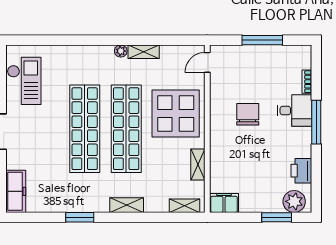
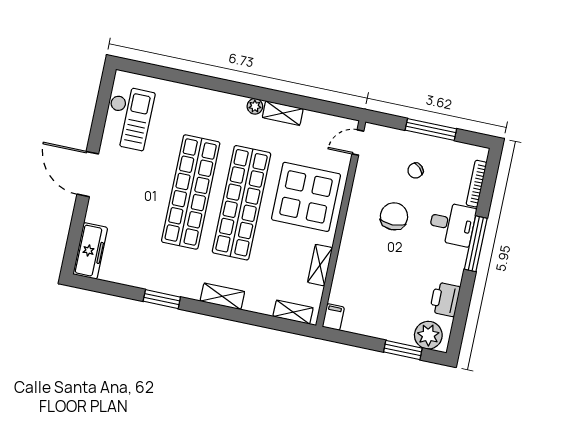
chair: (257, 75) -> (415, 171), added
bookcase: (307, 82) -> (476, 184), width x1.56
filing cabinet: (224, 203) -> (333, 317), width x0.50

